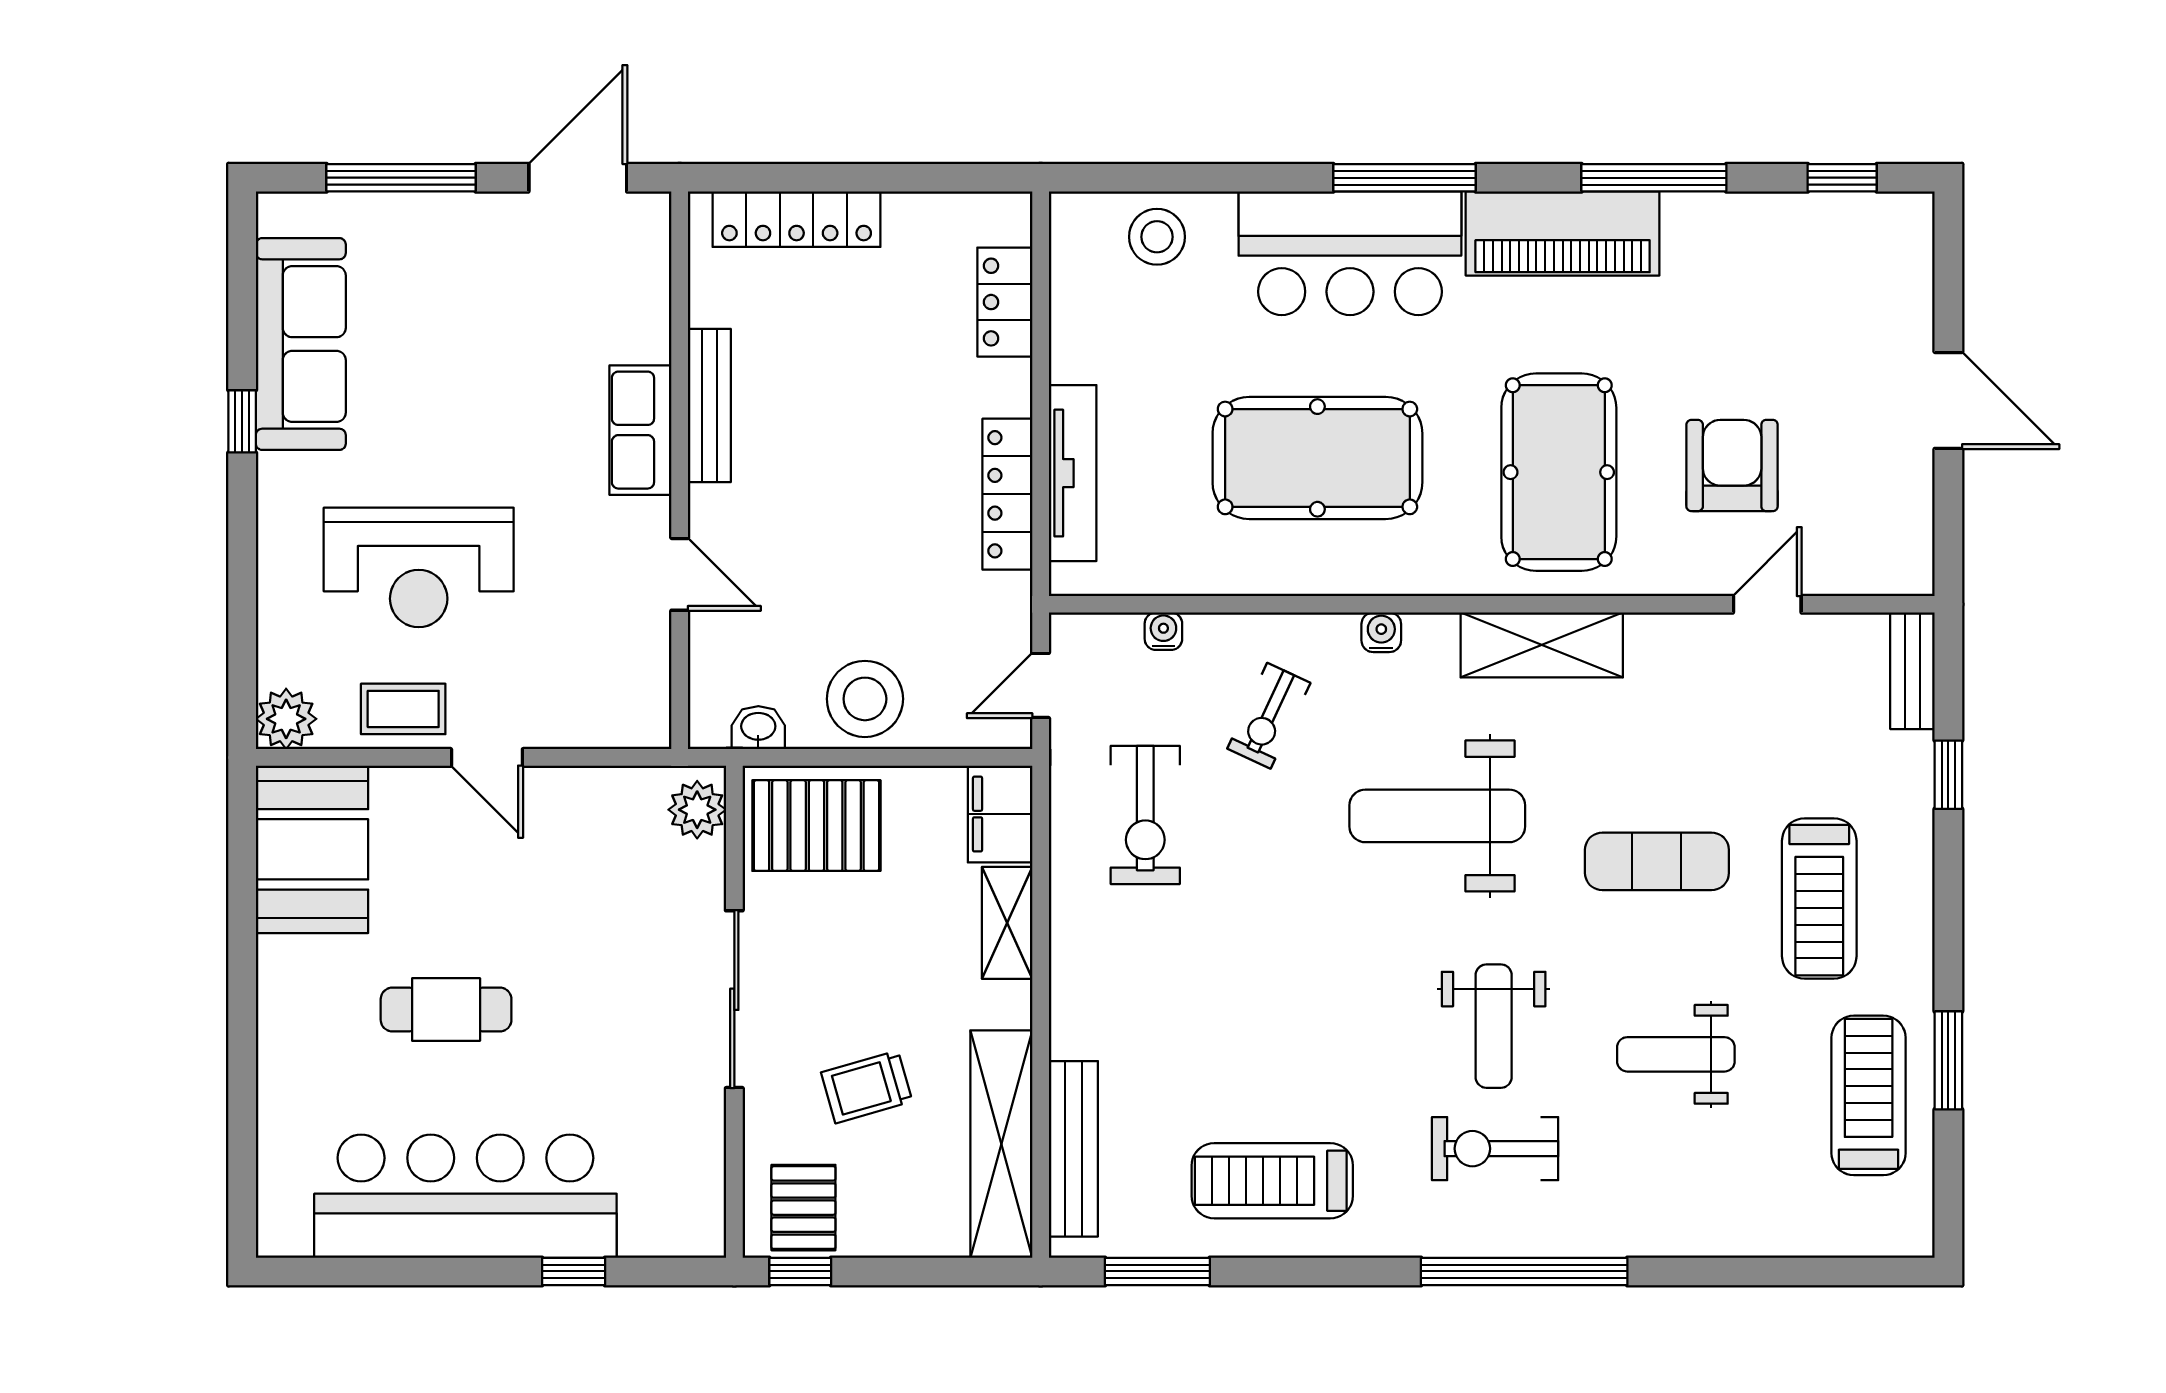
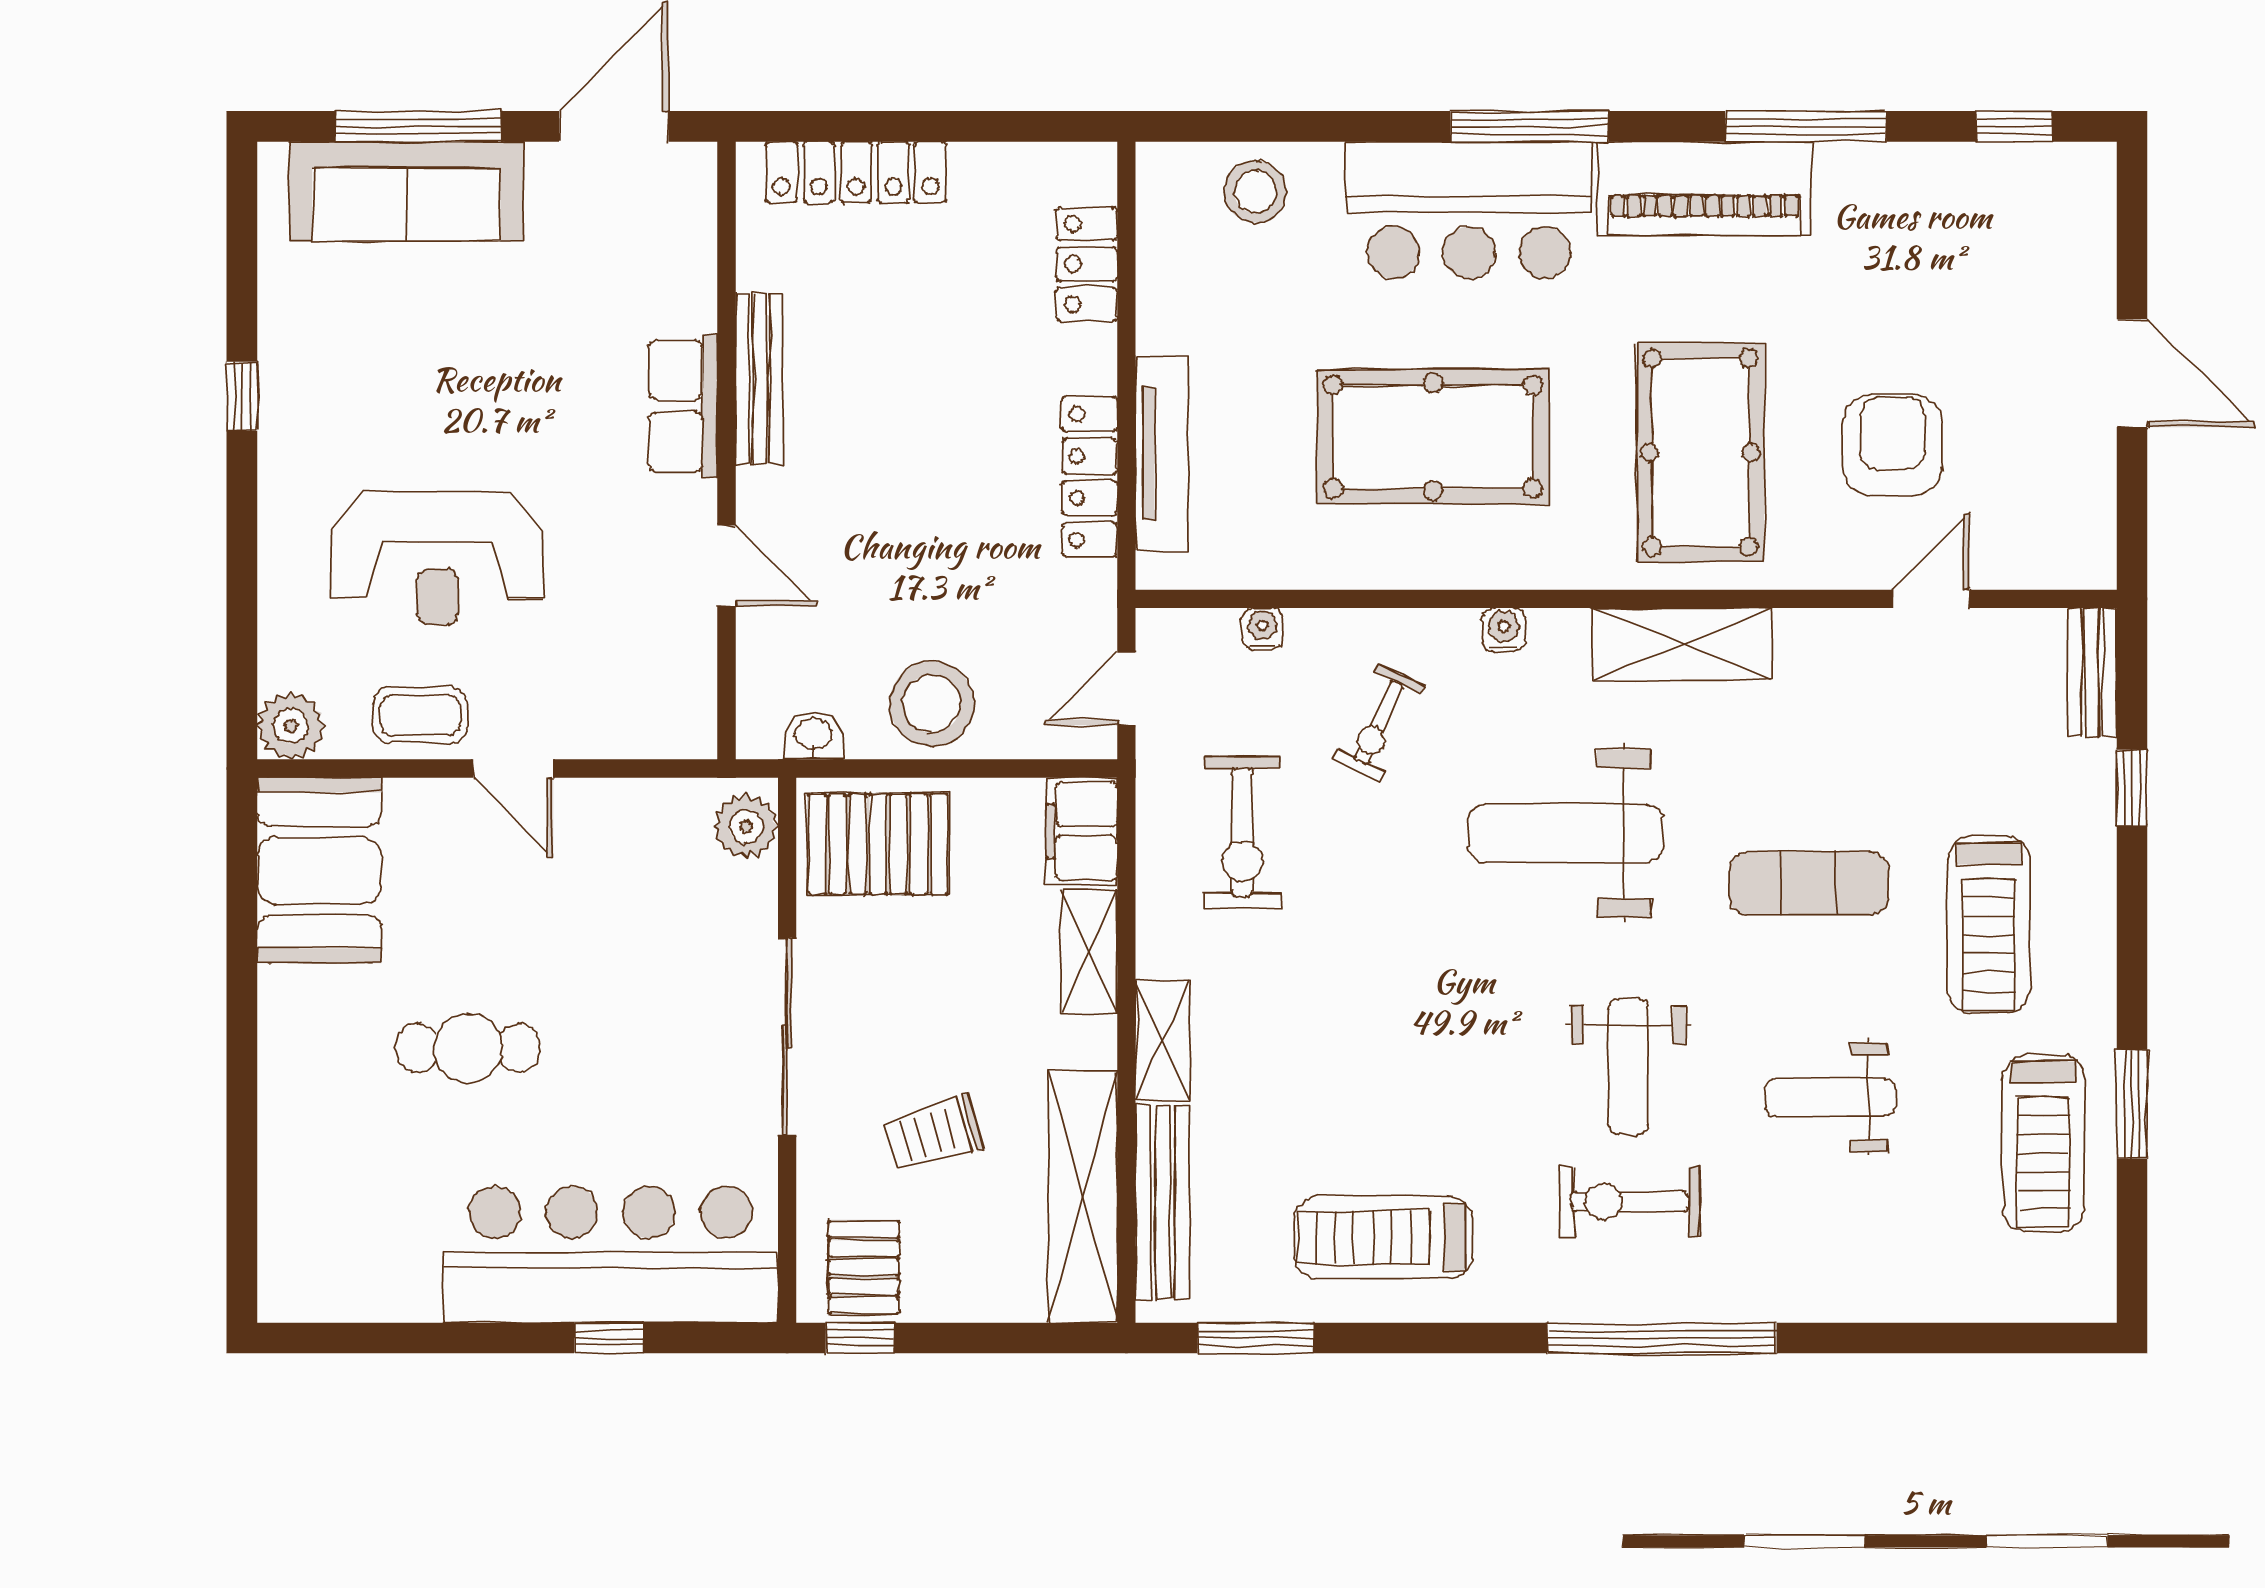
sofa: (301, 344) -> (406, 191), moved, turned 90
shelving: (1073, 1002) -> (1162, 1040), added
treadmill: (1869, 1095) -> (2044, 1143), turned 180
bar counter: (465, 1196) -> (610, 1255), moved

